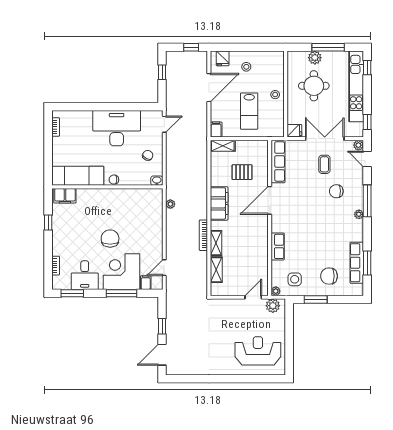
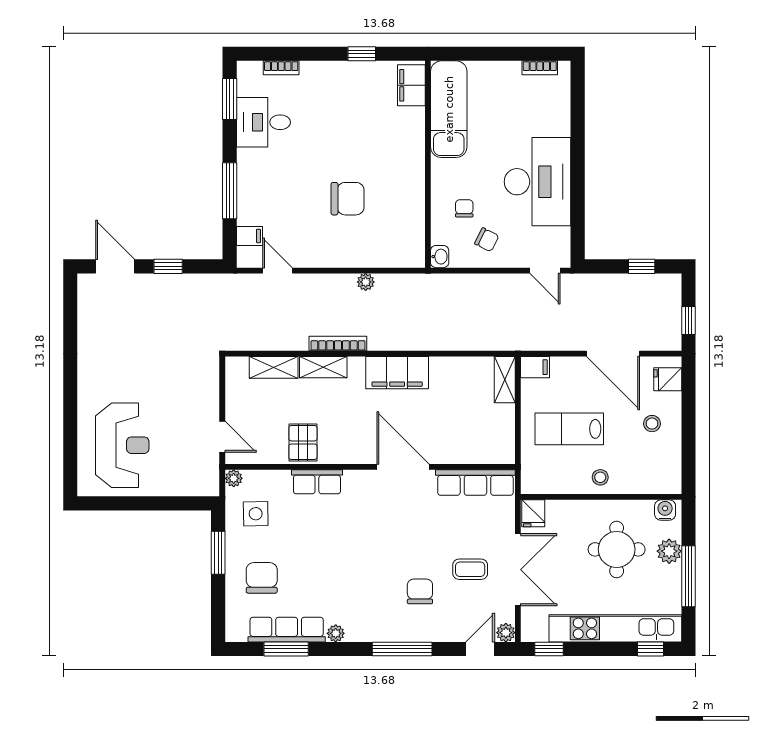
water cooler: (293, 60) -> (665, 510), added
pallet: (242, 172) -> (303, 442), moved
chair: (114, 180) -> (464, 208), moved
plant: (170, 204) -> (366, 282), moved
plant: (359, 214) -> (336, 633), moved
chair: (110, 239) -> (348, 199), moved
corner desk: (121, 272) -> (270, 191), removed
plant: (273, 306) -> (206, 473), removed

